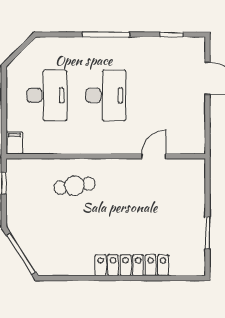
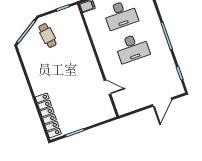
cafe table: (74, 186) -> (48, 36), moved
locker: (132, 265) -> (48, 115), moved

